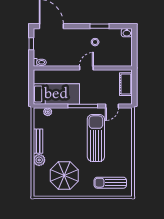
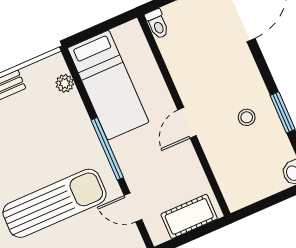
door: (86, 68) -> (187, 123), swing flipped

